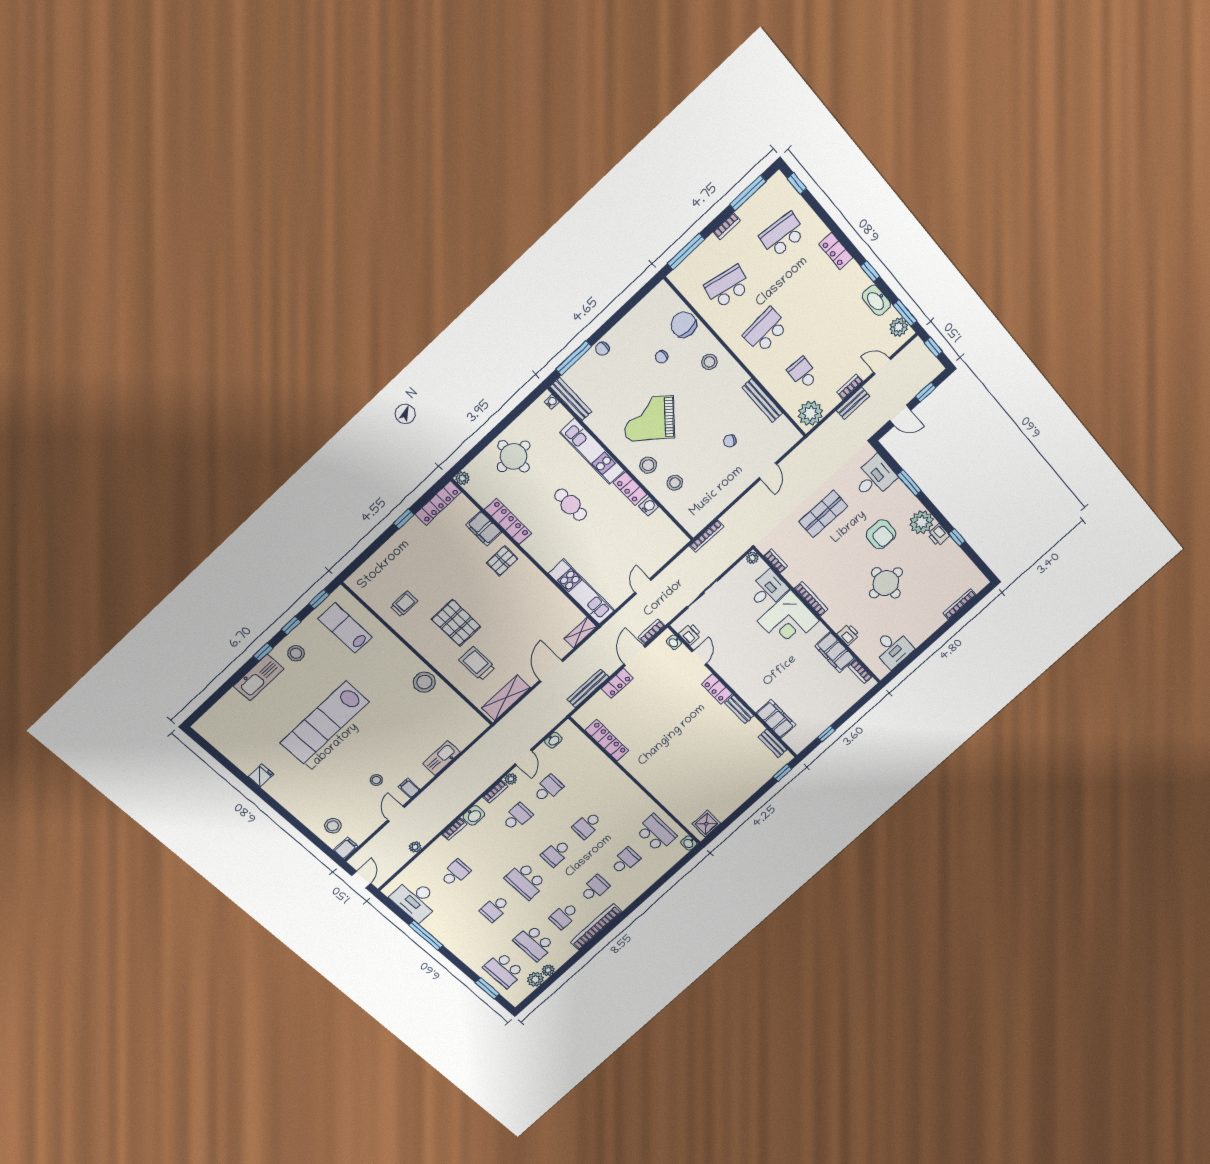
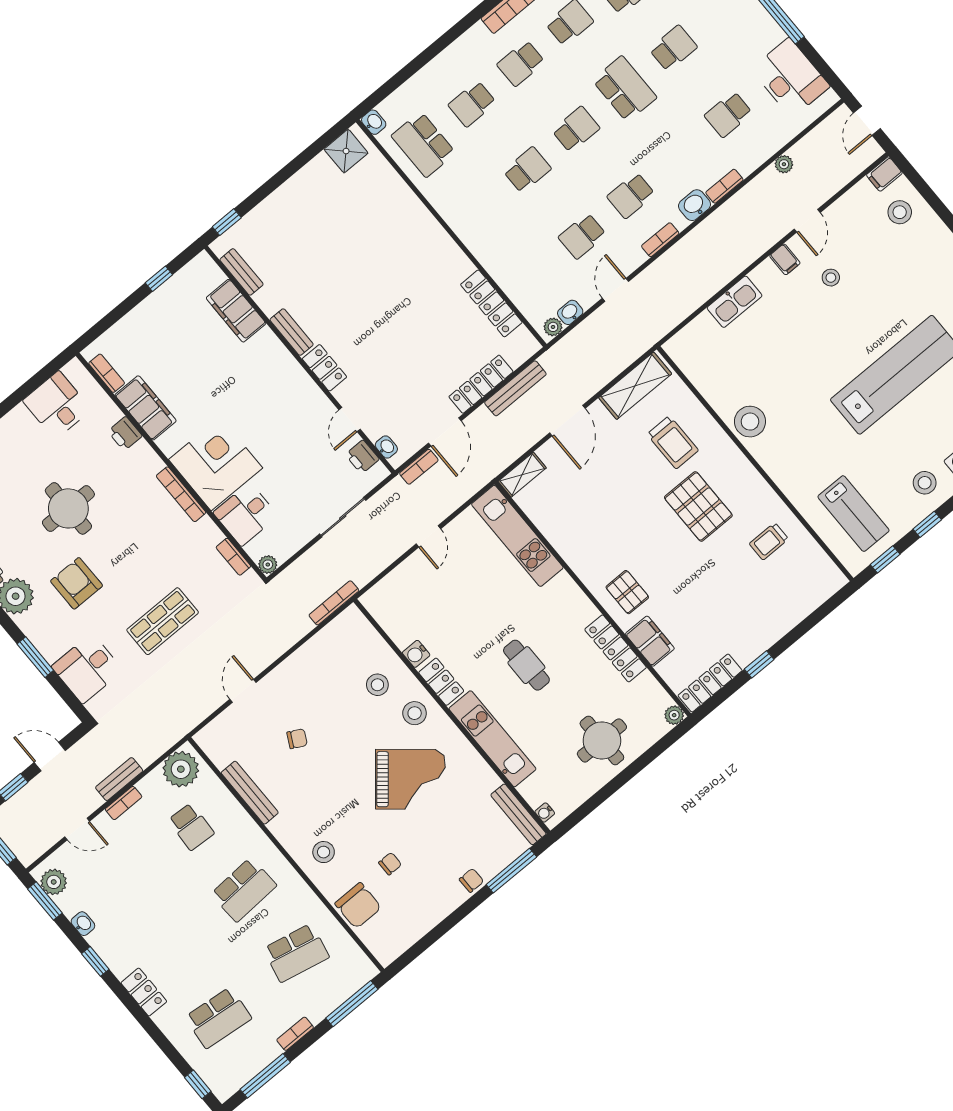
washbasin: (876, 300) -> (83, 924), width x0.52, depth x0.69
pallet: (502, 561) -> (627, 592), turned 90
locker: (617, 683) -> (481, 384), width x1.53
plant: (511, 779) -> (553, 327), moved

